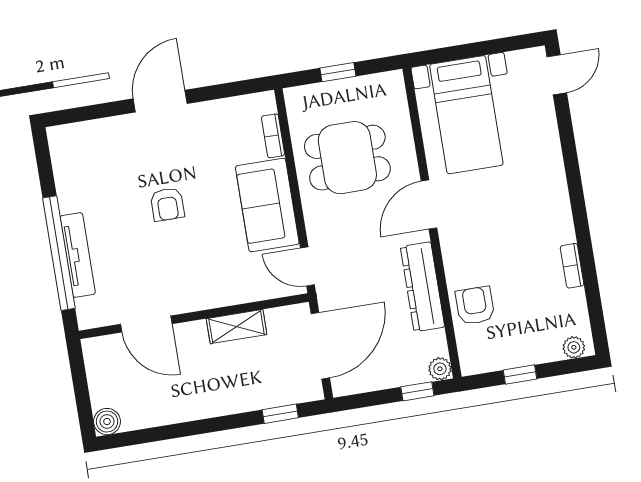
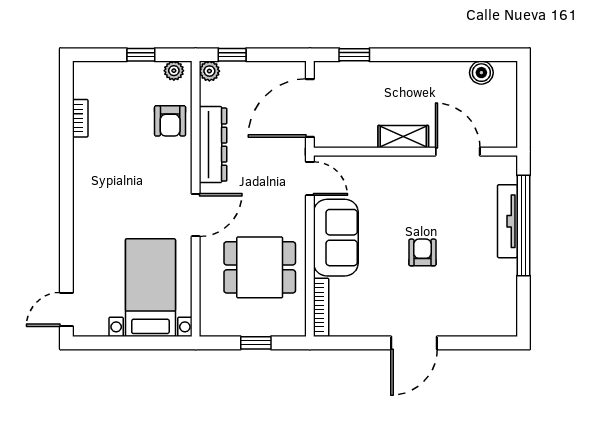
bookcase: (273, 136) -> (321, 307), width x1.56
bookcase: (572, 266) -> (80, 118), moved
shelving: (237, 327) -> (403, 137), moved
plant: (574, 347) -> (174, 71), moved
boiler: (107, 422) -> (481, 73), moved

